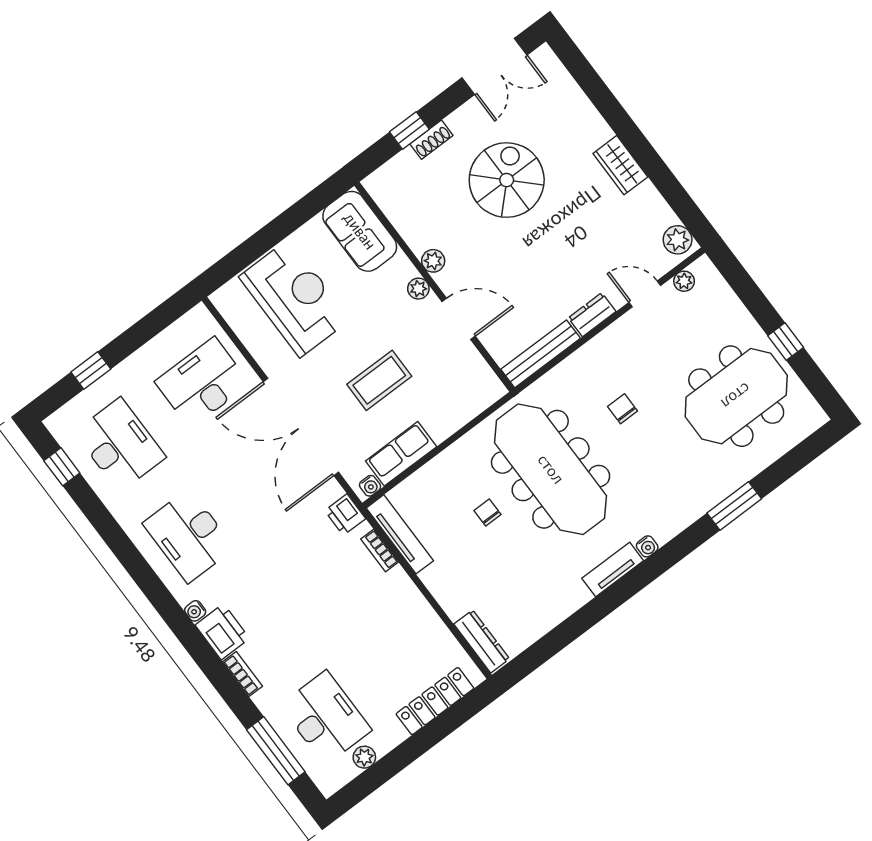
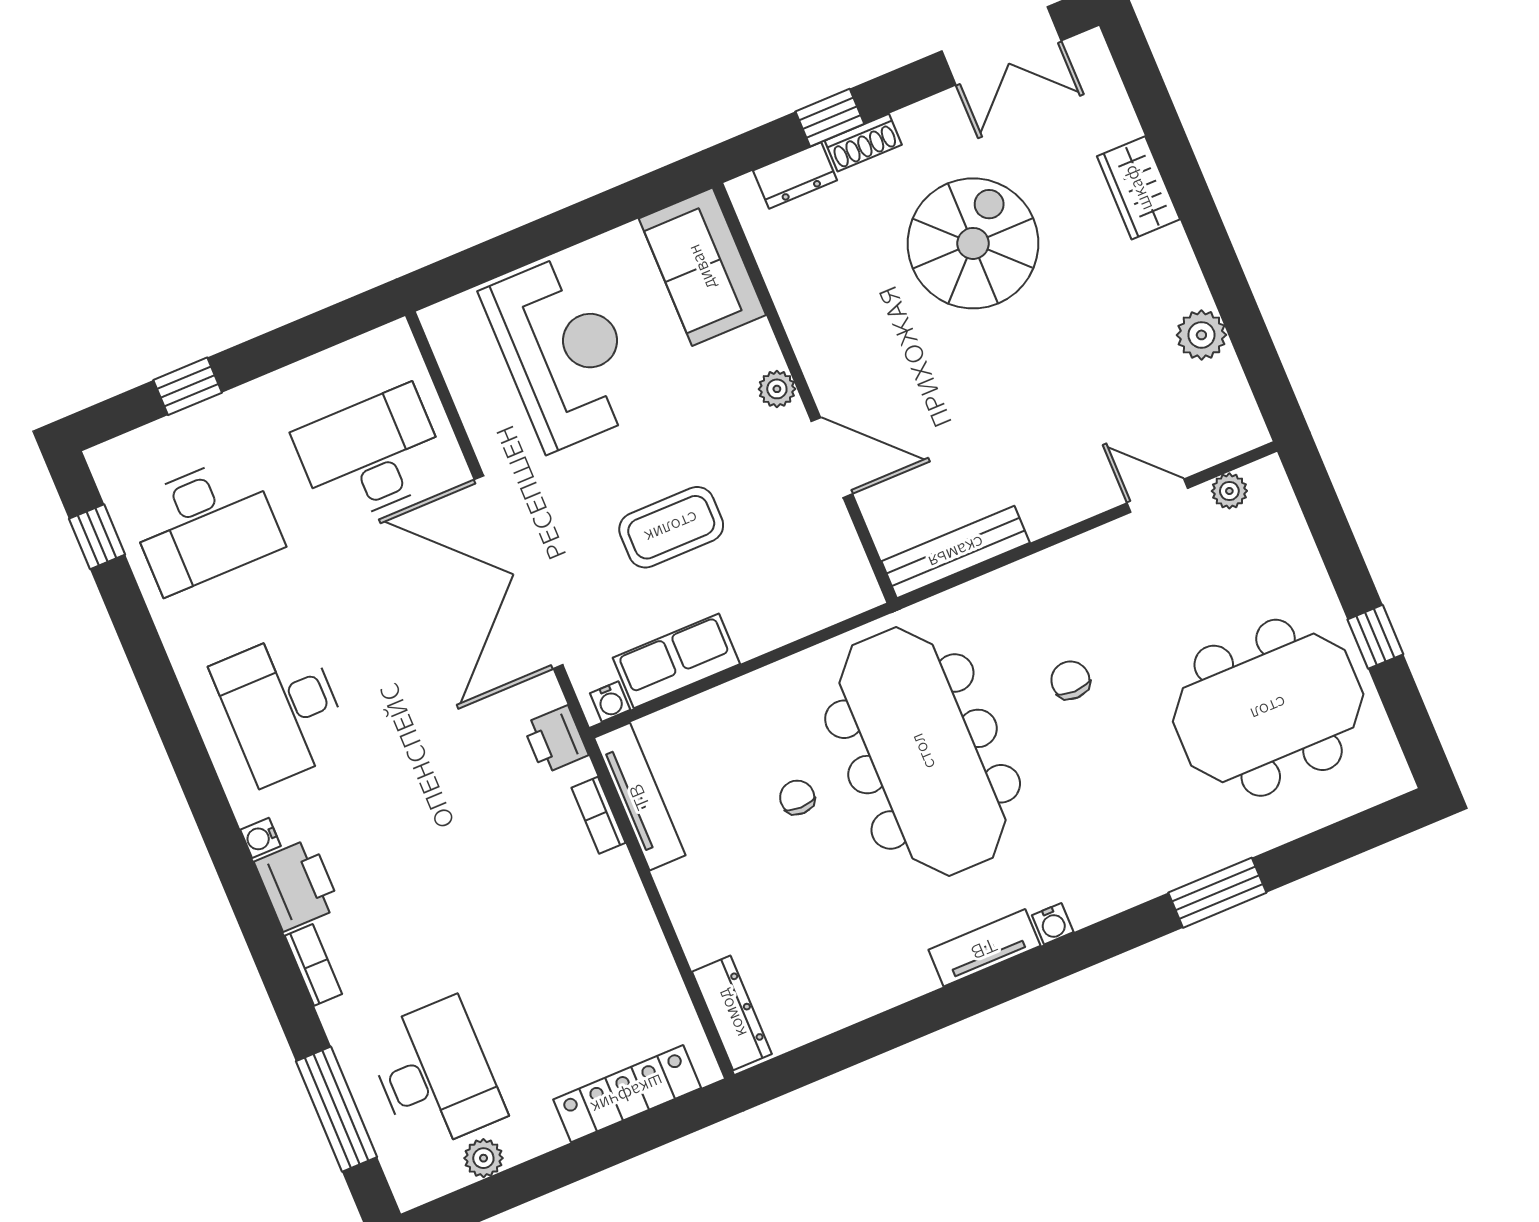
wardrobe: (620, 165) -> (1138, 188), moved
plant: (678, 240) -> (1201, 335), moved
plant: (433, 261) -> (814, 348), removed
dresser: (592, 315) -> (795, 175), moved, turned 180
desk: (120, 445) -> (205, 524), turned 90

